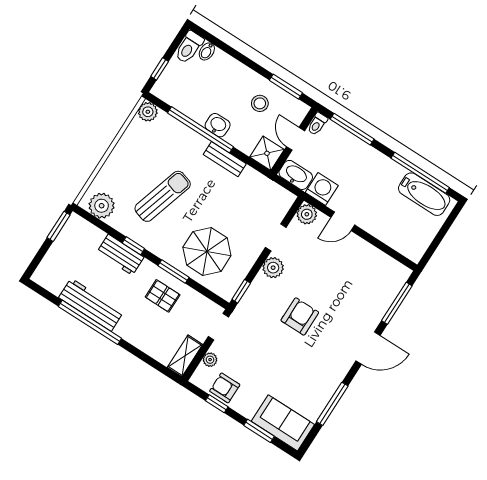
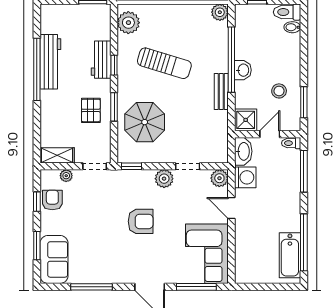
corner sofa: (372, 273) -> (207, 254), added

